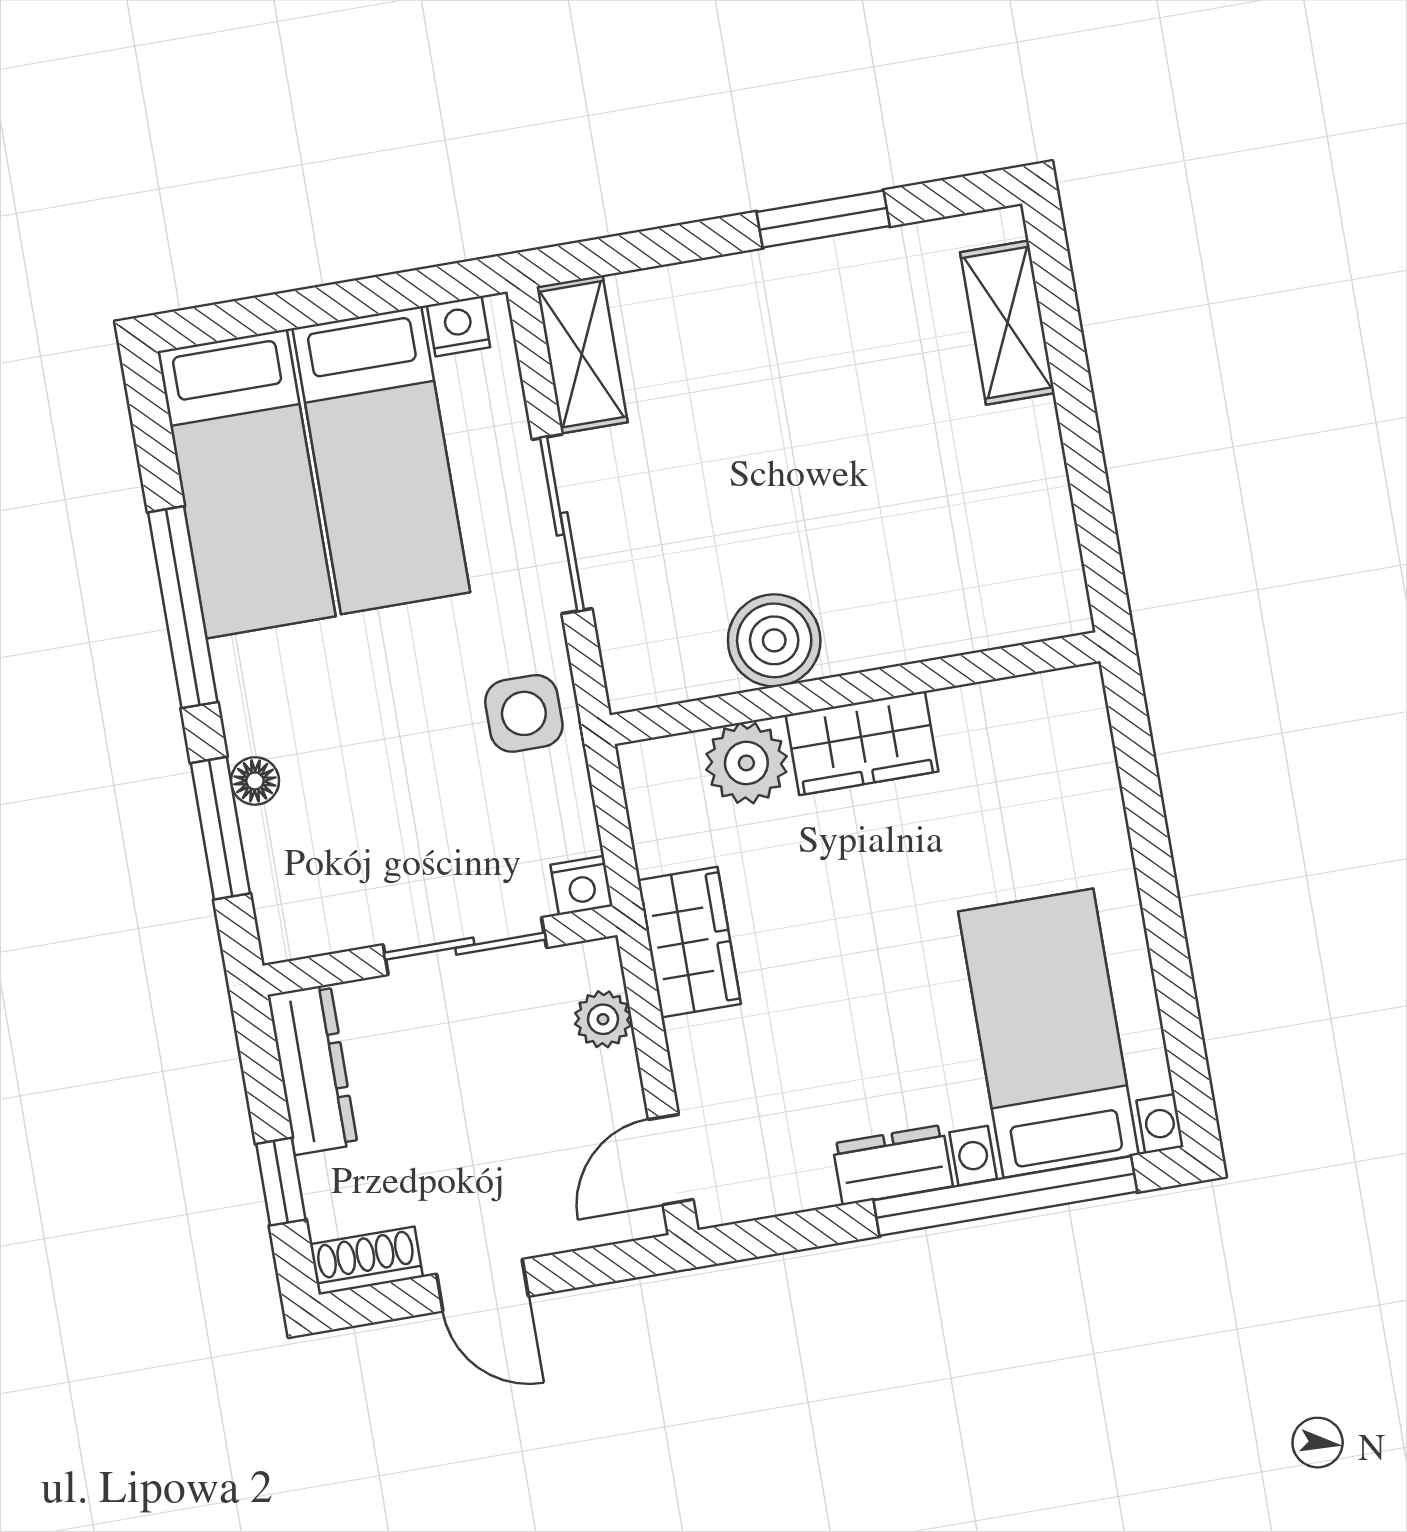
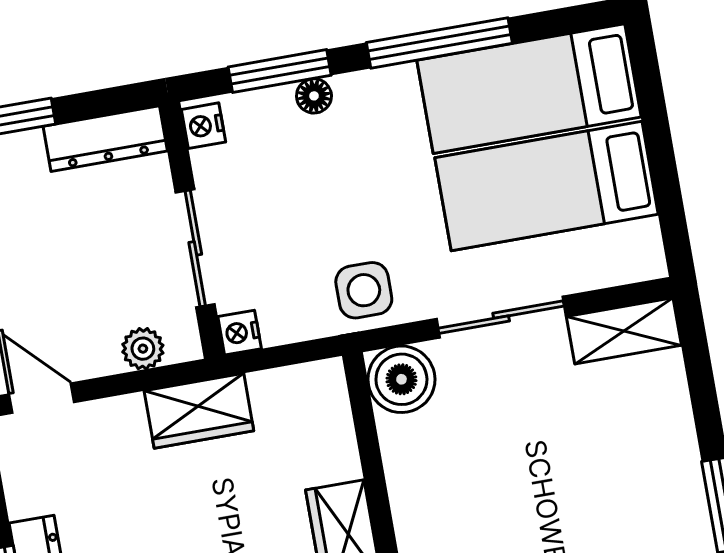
nightstand: (458, 326) -> (203, 126), moved, turned 180
boiler: (774, 640) -> (401, 379), moved
plant: (746, 763) -> (329, 451), removed

